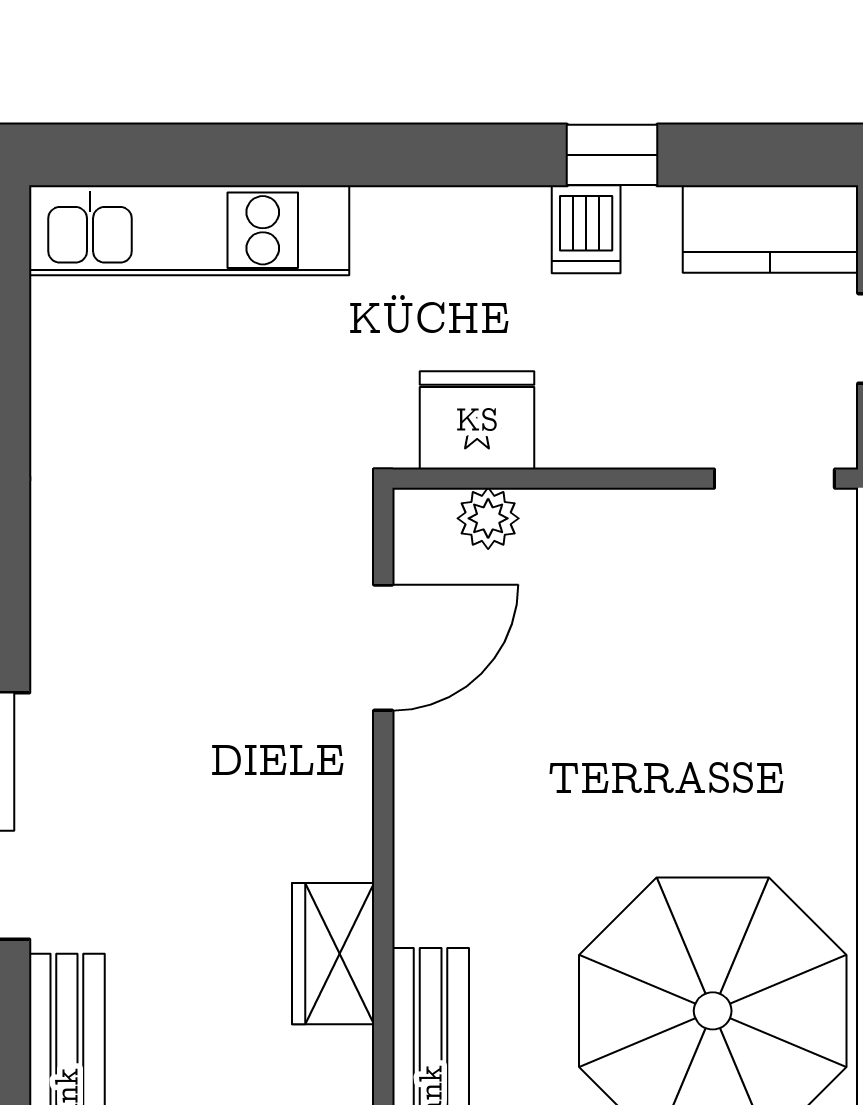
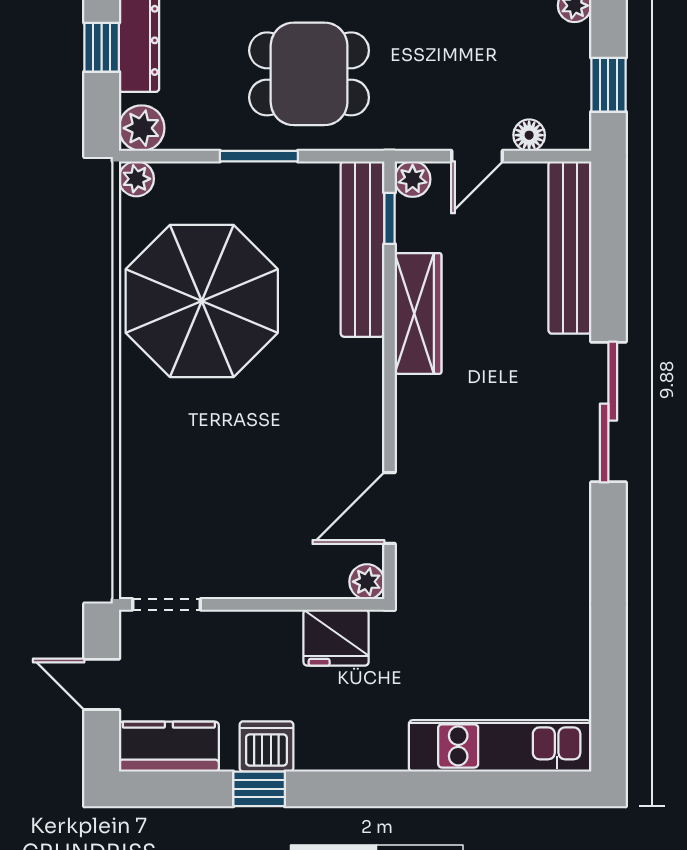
dishwasher: (586, 229) -> (266, 746), width x1.38
plant: (488, 518) -> (367, 582), moved
wardrobe: (333, 954) -> (418, 313), width x1.50

